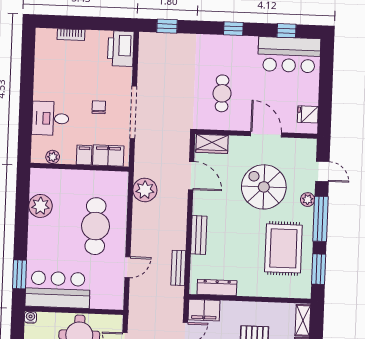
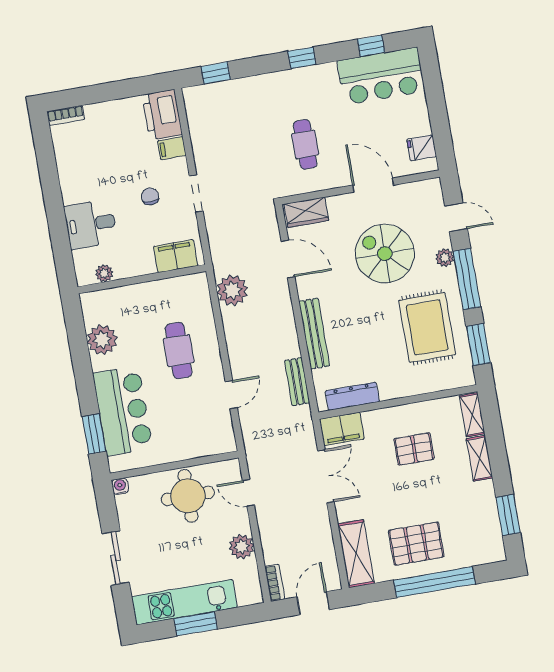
bookcase: (71, 35) -> (66, 115), moved
doorway: (133, 112) -> (196, 193), width x0.53
filing cabinet: (84, 155) -> (172, 148), moved, turned -90
cafe table: (95, 226) -> (179, 351), width x0.73, depth x0.74
bench: (199, 235) -> (314, 334), width x1.36
bar counter: (58, 290) -> (123, 411), moved, turned 90

